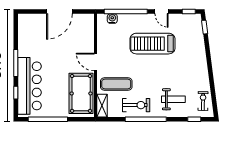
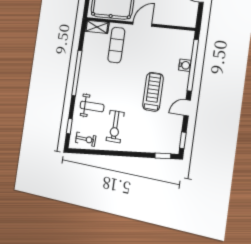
water cooler: (112, 19) -> (185, 65), moved
treadmill: (153, 44) -> (153, 92), width x0.73, depth x0.73
weight bench: (173, 99) -> (92, 106), turned -90
exercise bike: (136, 105) -> (115, 126), moved

